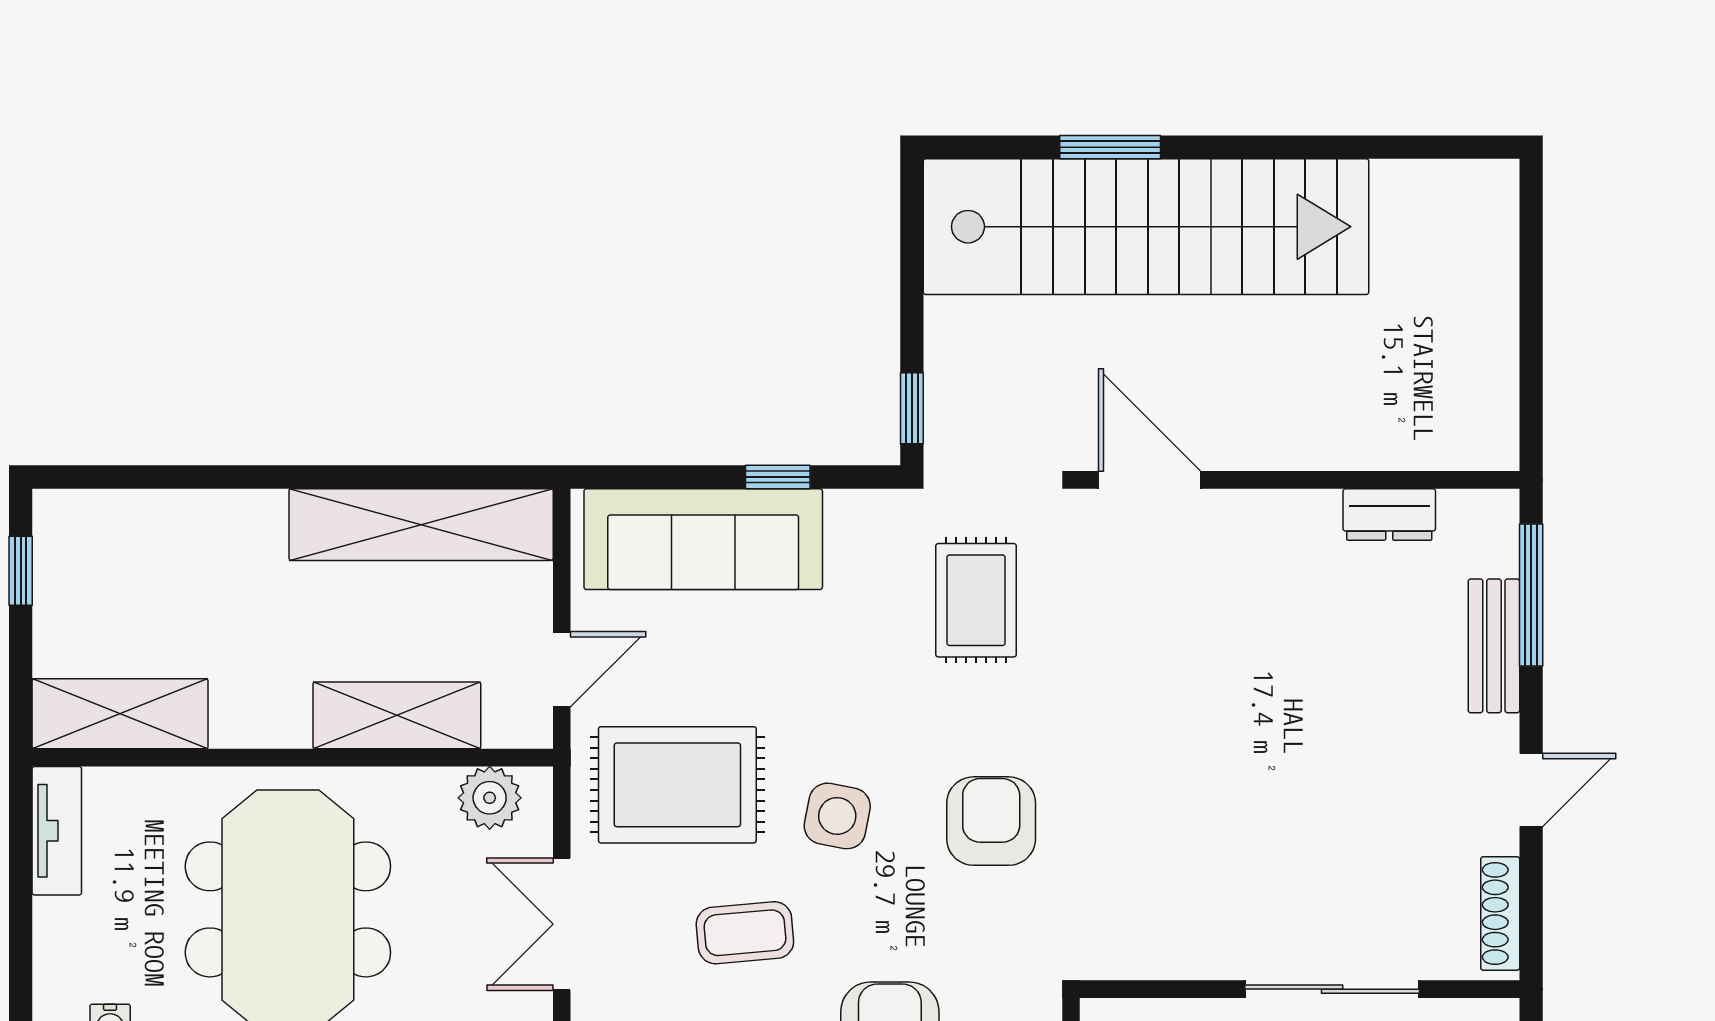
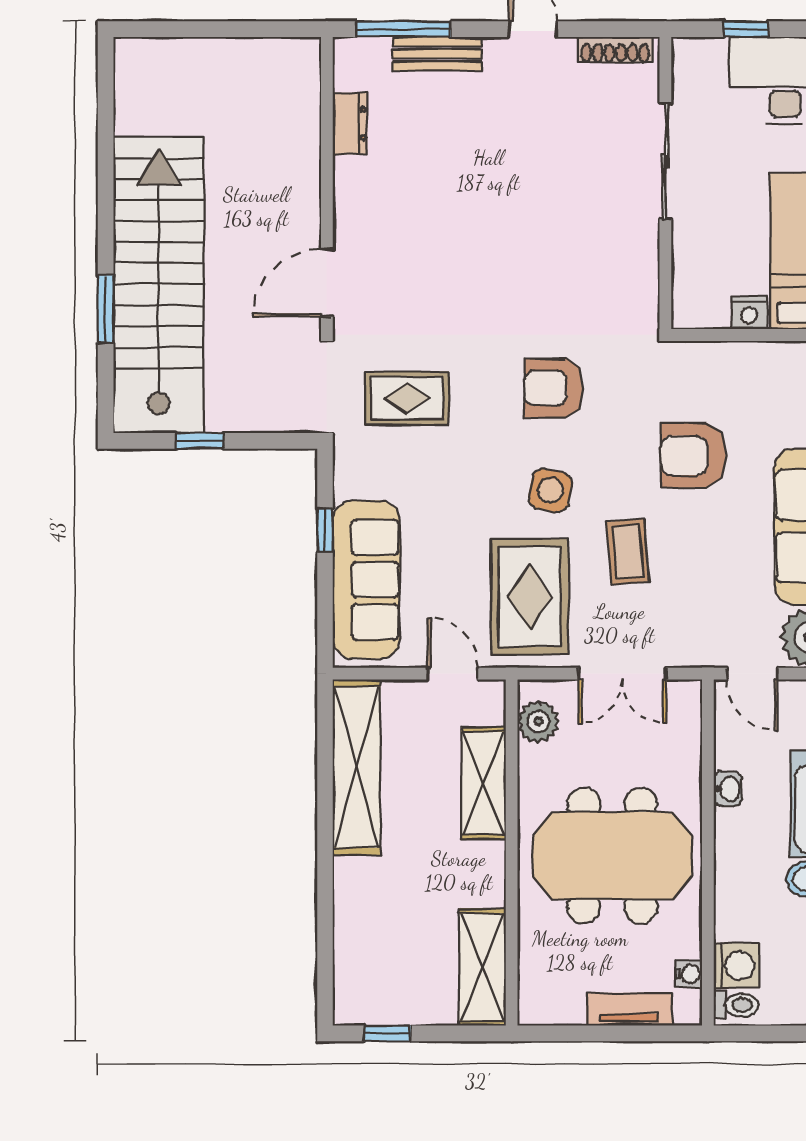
window: (912, 408) -> (200, 441), moved
tv unit: (57, 831) -> (629, 1009), moved

